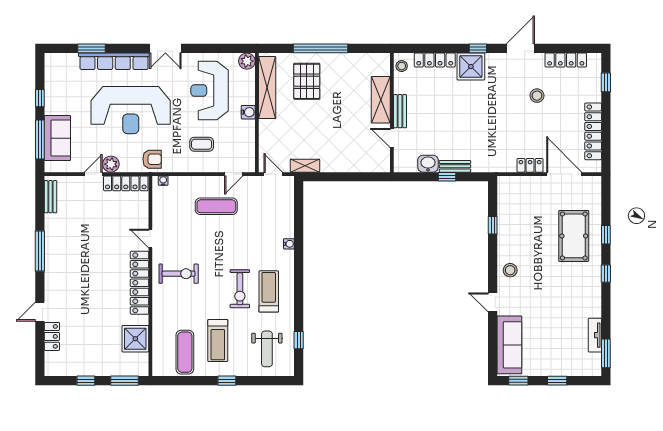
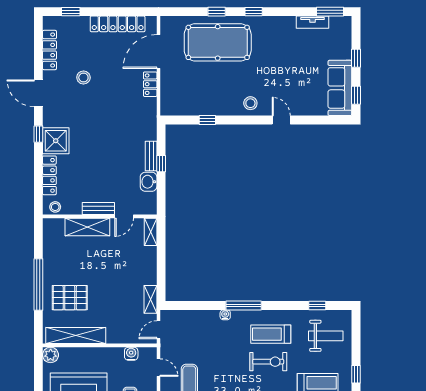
water cooler: (248, 112) -> (131, 354), moved
shelving: (376, 166) -> (151, 232), added
pool table: (574, 236) -> (218, 42), width x1.36, depth x1.32
window: (299, 263) -> (244, 306), added
door: (493, 302) -> (281, 120), swing flipped
sofa: (509, 345) -> (340, 88), moved, turned -90

